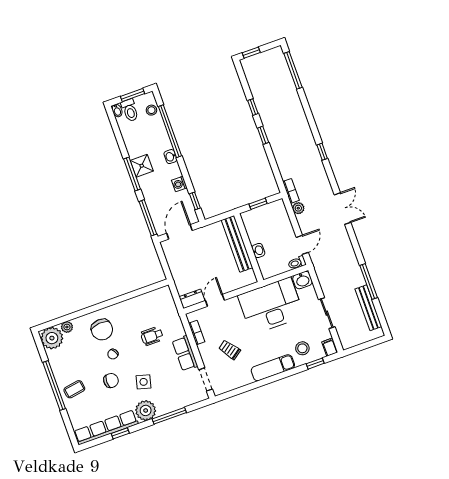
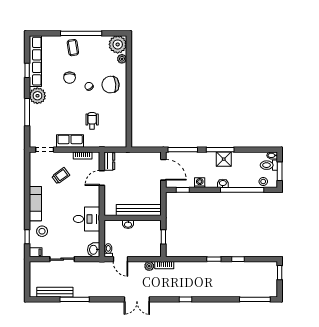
door: (215, 300) -> (102, 178), swing flipped
desk: (271, 306) -> (87, 219), width x0.53, depth x0.77
side table: (144, 382) -> (60, 102), removed

